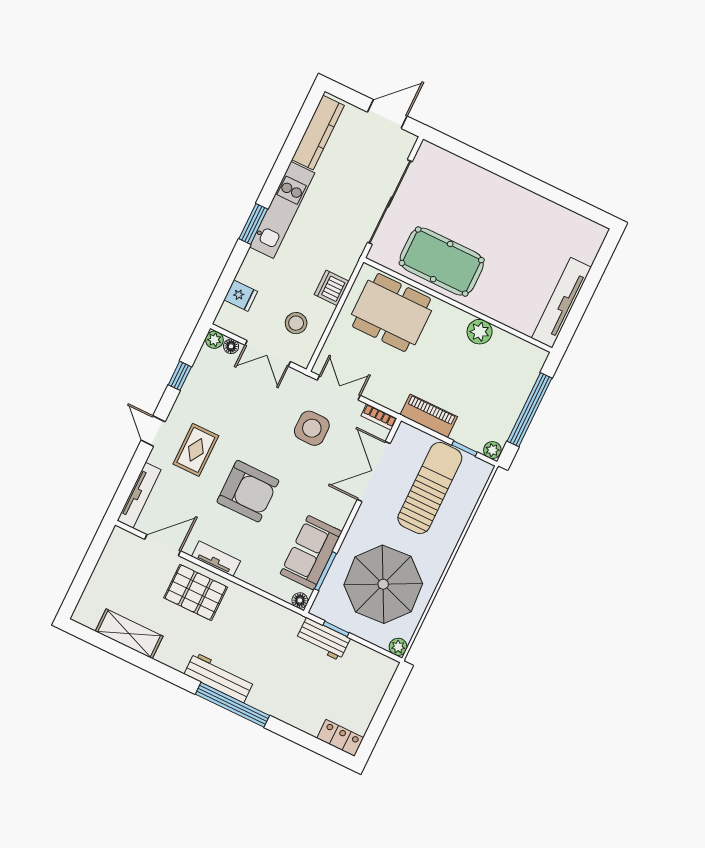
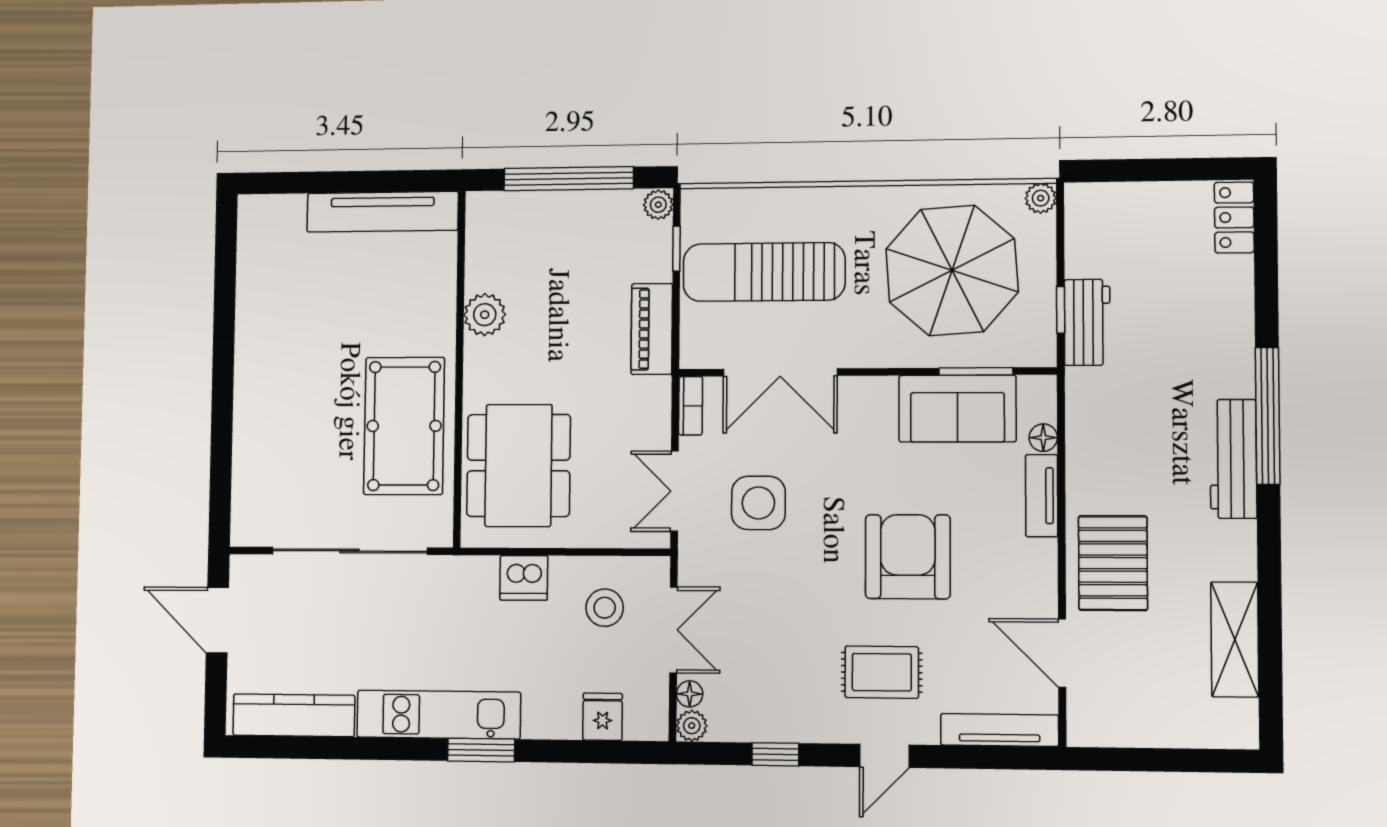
tv unit: (216, 559) -> (1042, 496), moved
floor lamp: (300, 600) -> (1043, 438), moved

